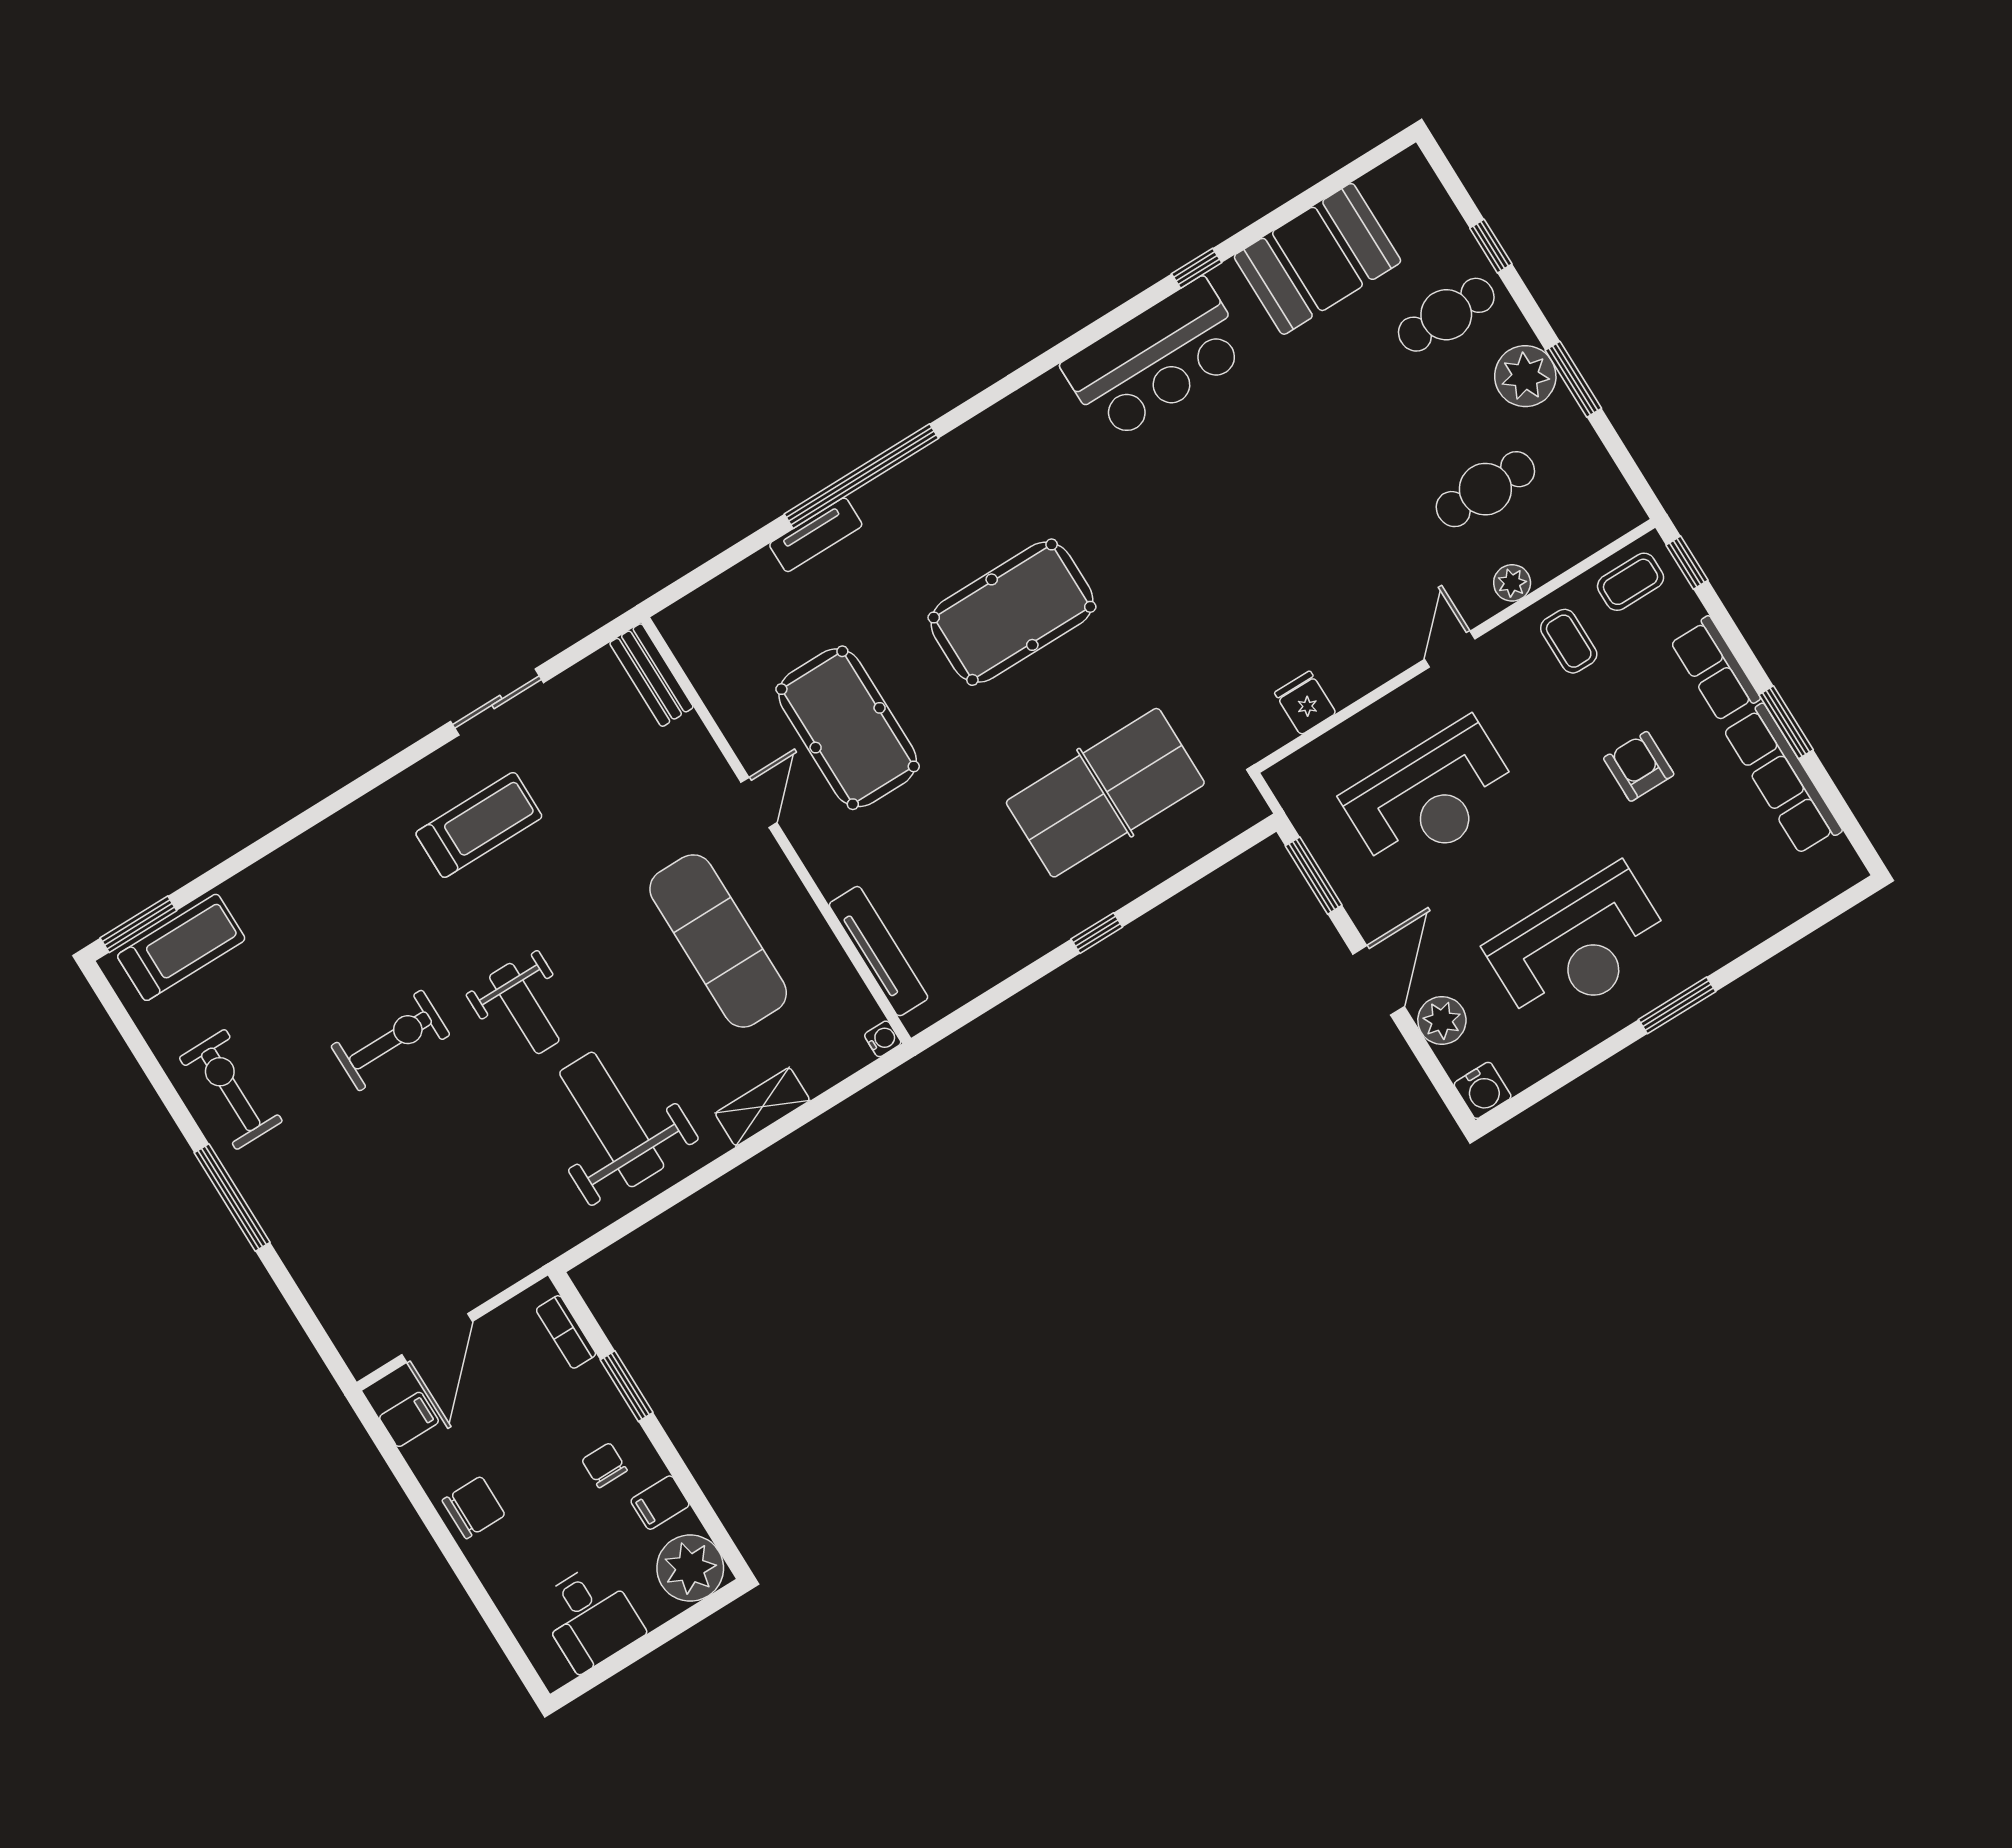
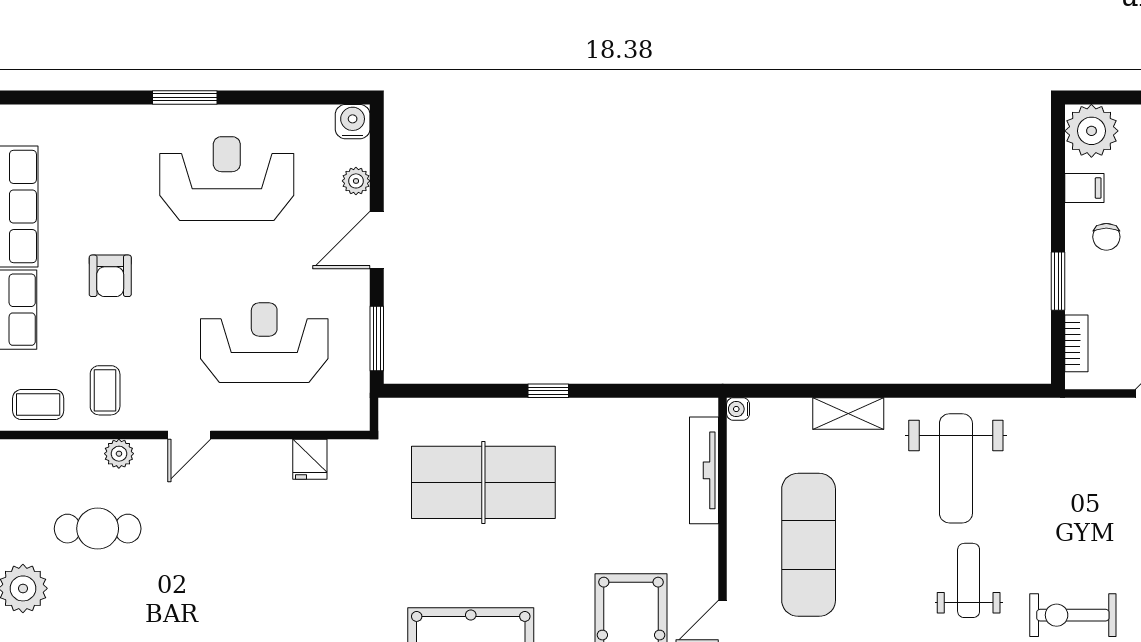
plant: (1442, 1020) -> (356, 181), width x0.73, depth x0.73

